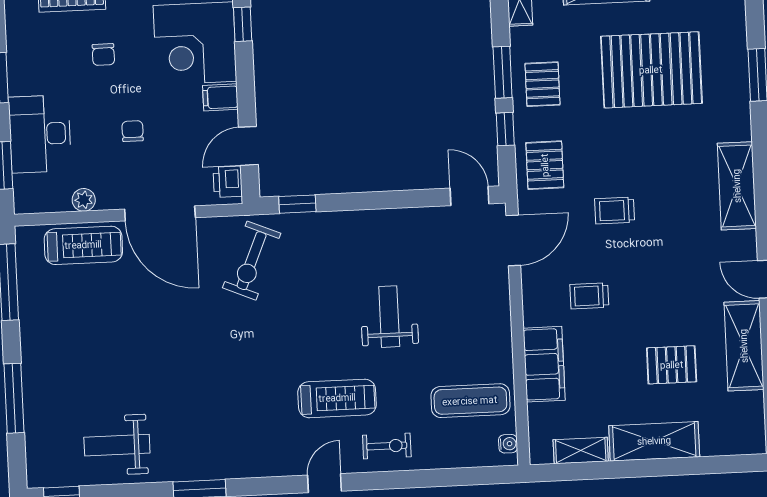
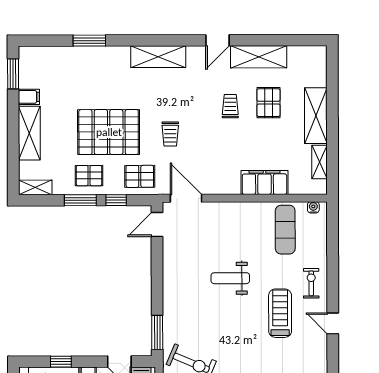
window: (243, 24) -> (61, 362), moved
pallet: (651, 70) -> (109, 132), moved, turned 90
window: (297, 204) -> (157, 332), width x1.50
trolley: (589, 296) -> (230, 106), moved, turned 180

